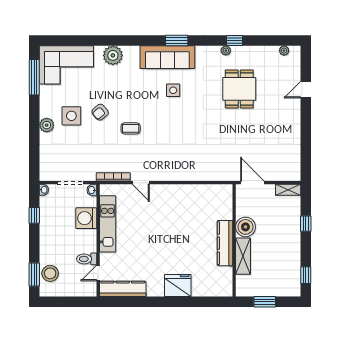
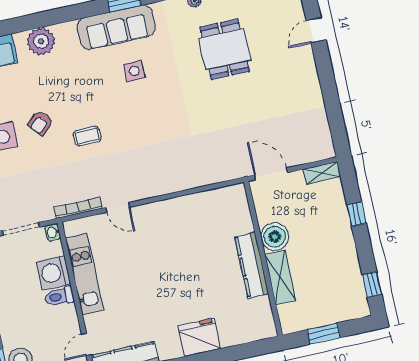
toilet: (87, 259) -> (59, 296), moved

